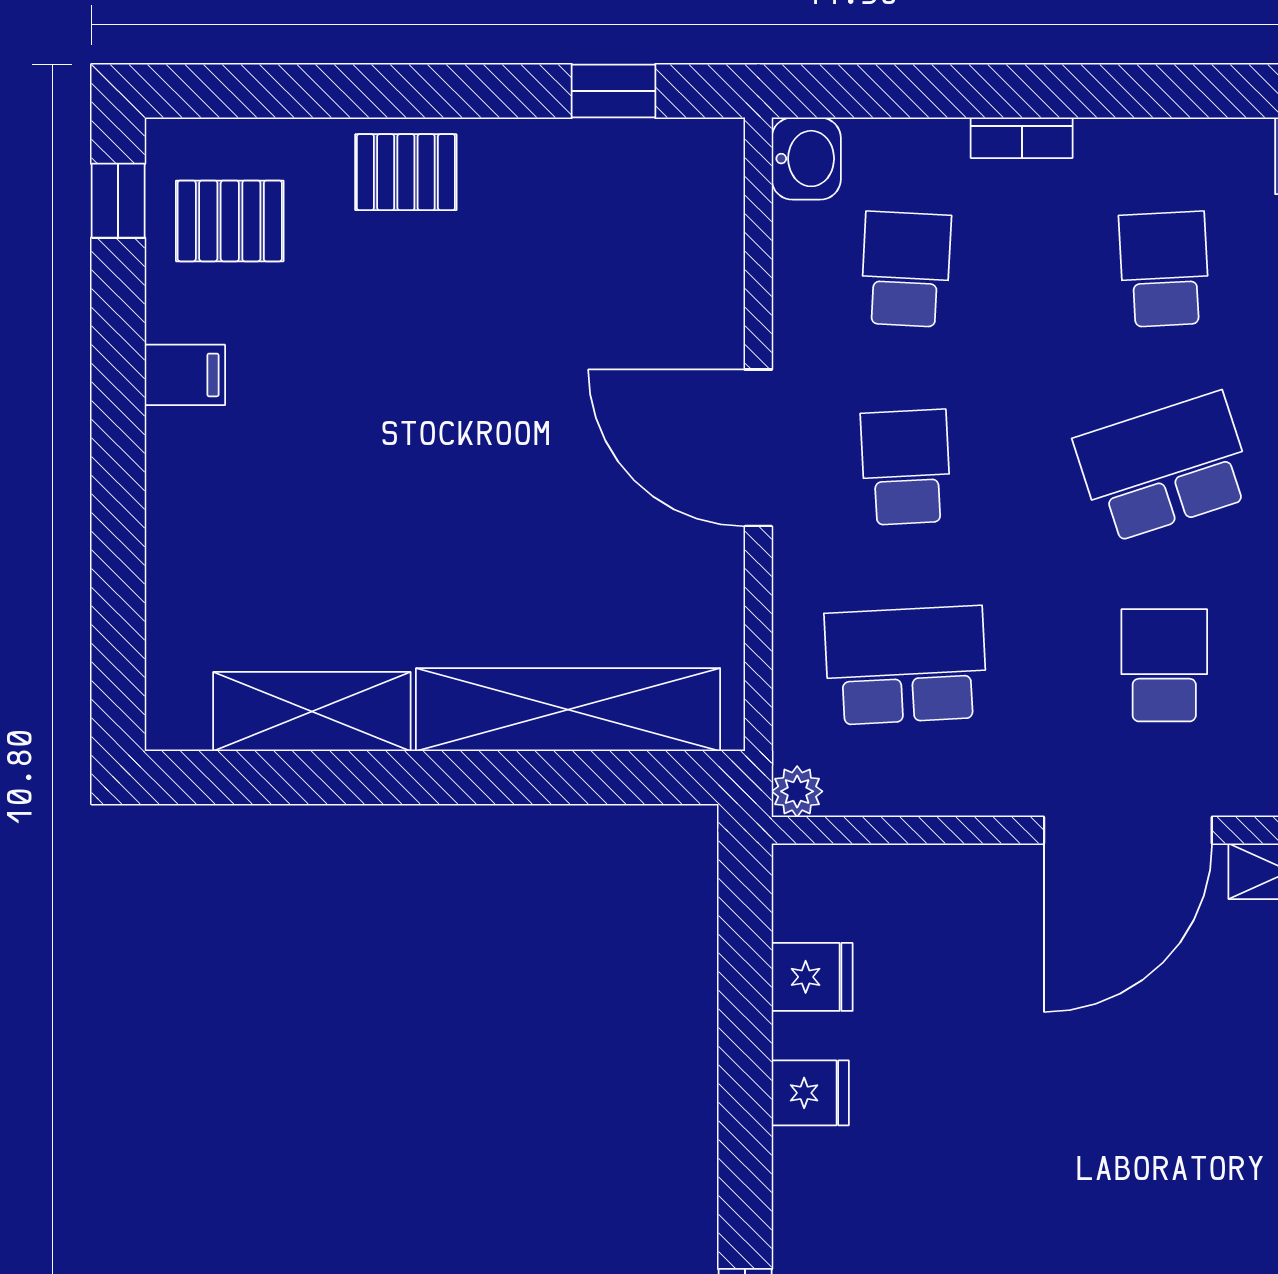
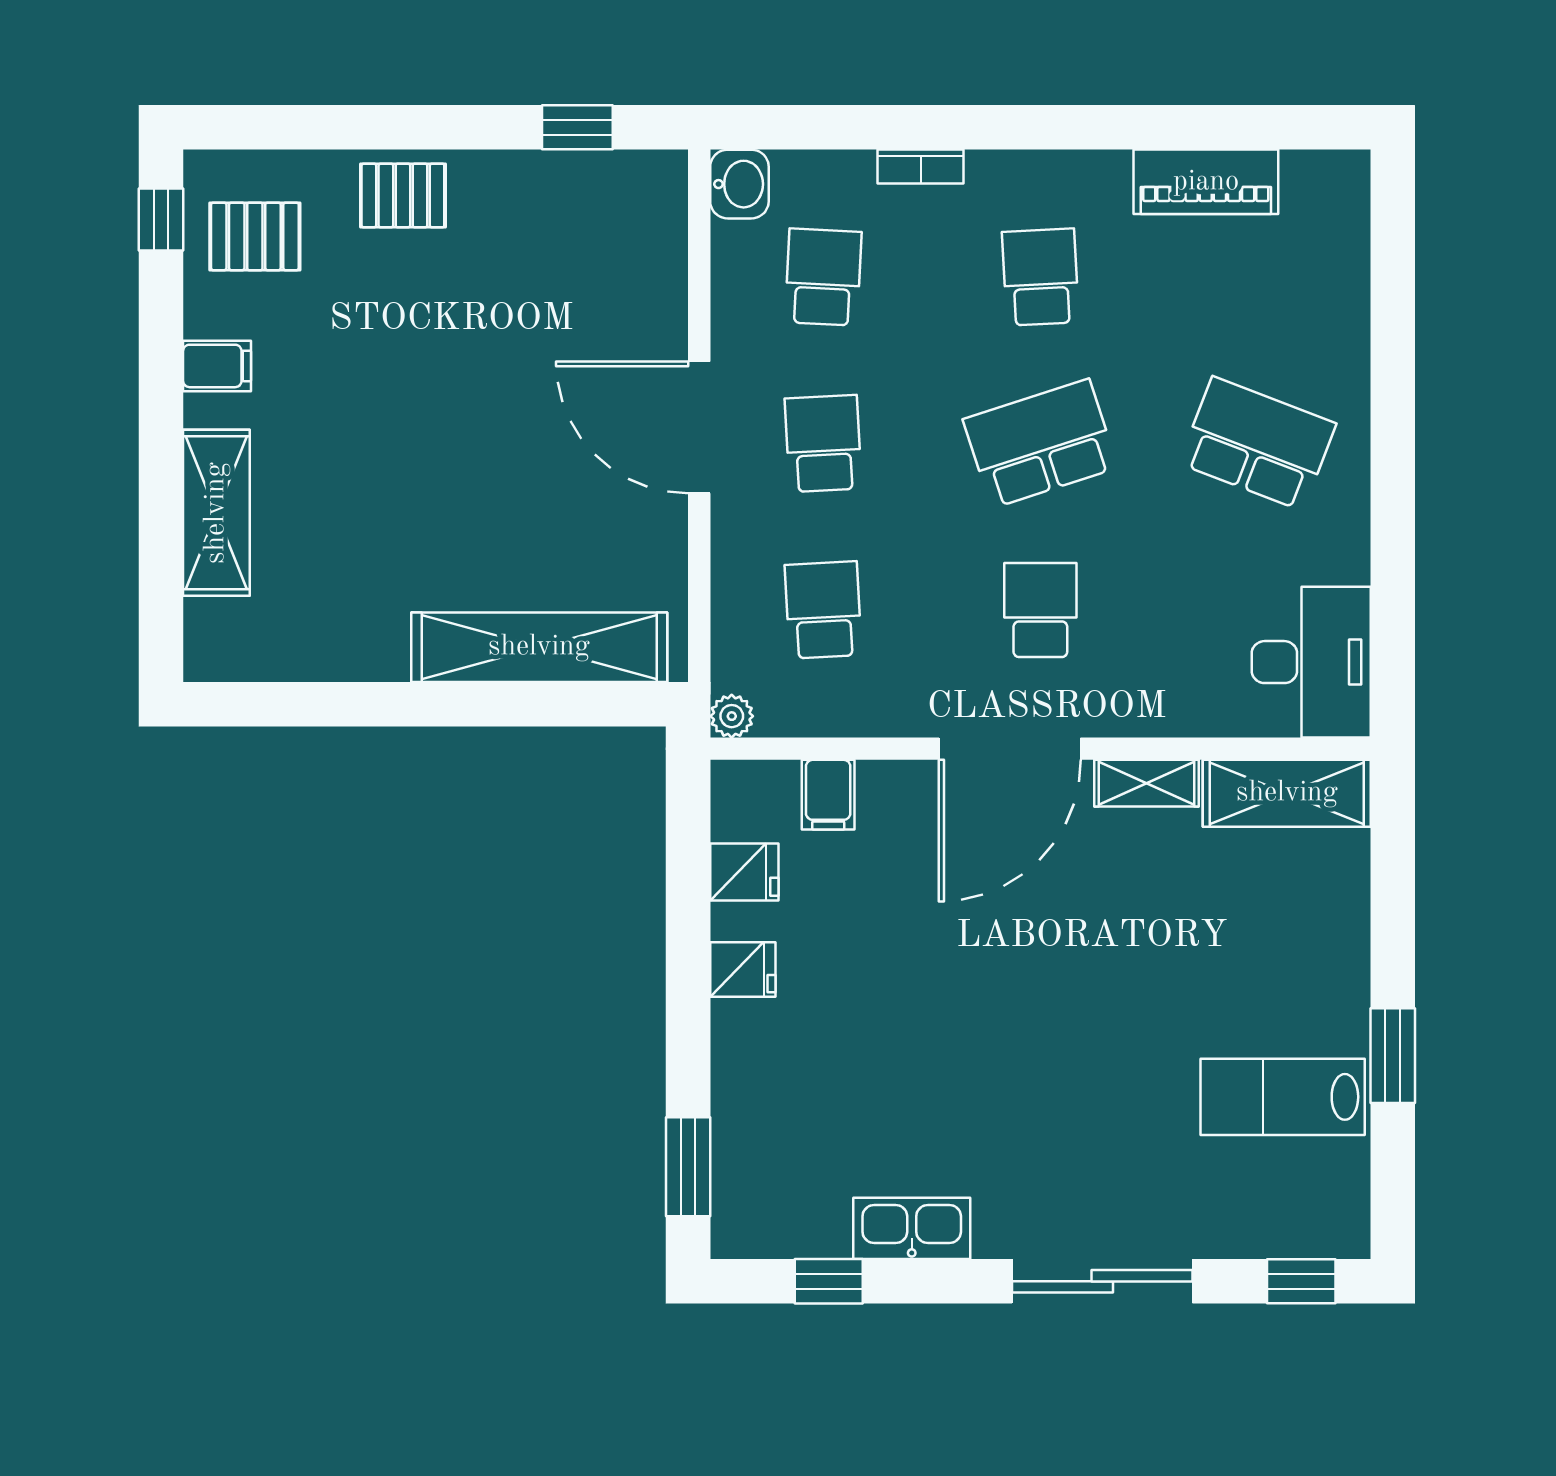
school desk: (906, 665) -> (823, 610), width x0.54
shelving: (312, 712) -> (216, 513), moved, turned 90
filing cabinet: (912, 885) -> (828, 795), added

